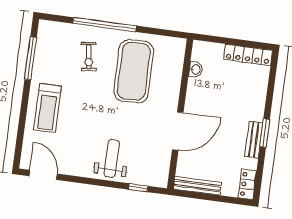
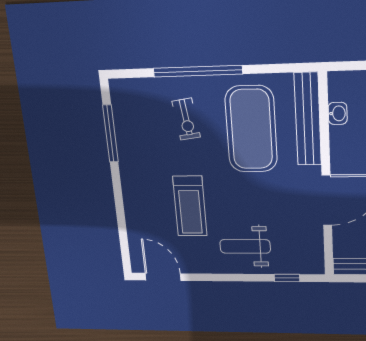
bench: (174, 70) -> (308, 119), added
treadmill: (48, 108) -> (190, 206), moved
weight bench: (112, 158) -> (245, 246), turned -90

